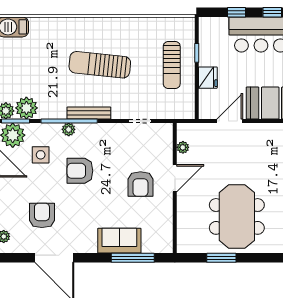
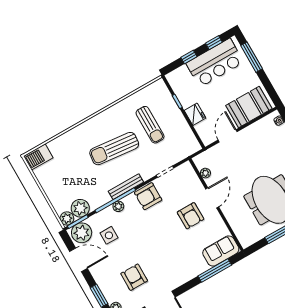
sun lounger: (172, 65) -> (150, 125), moved
armchair: (80, 171) -> (148, 196), moved
sofa: (119, 241) -> (221, 251), moved

